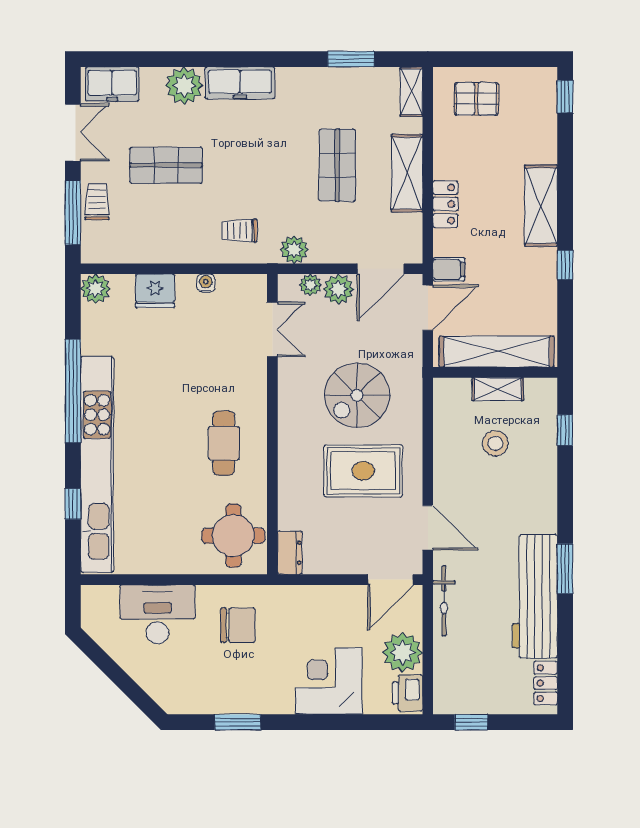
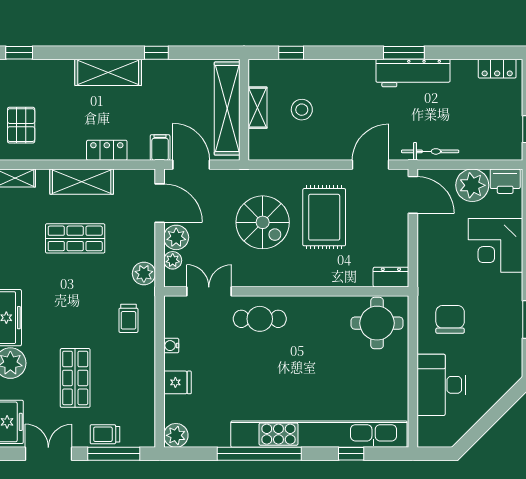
fridge: (155, 291) -> (178, 382), width x0.72
cafe table: (224, 443) -> (260, 319), moved
workbench: (535, 596) -> (413, 73), width x0.73, depth x0.76

